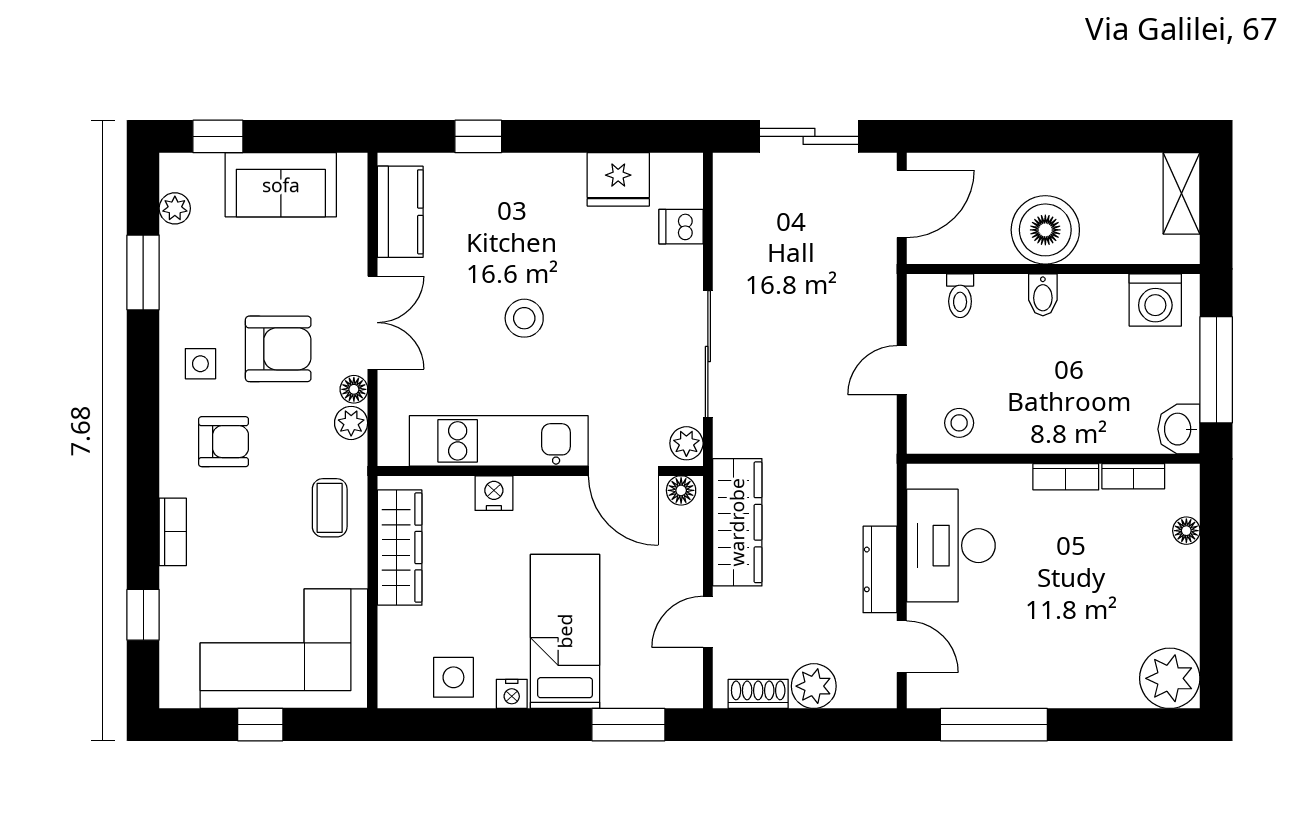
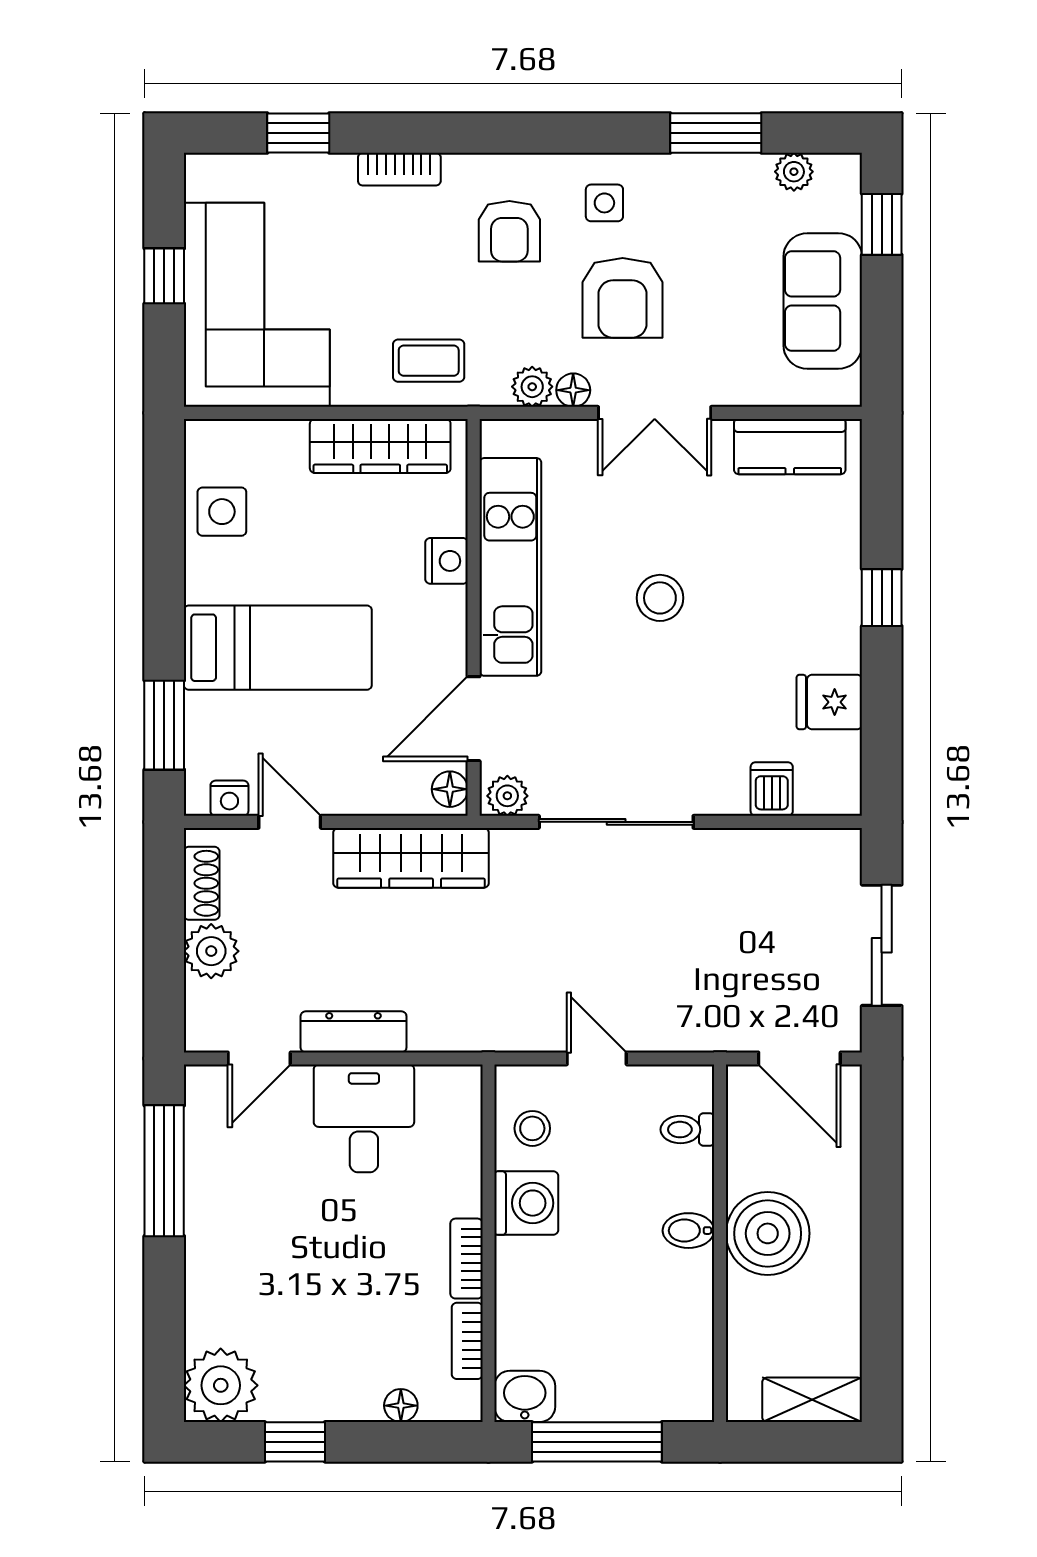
window: (478, 136) -> (882, 598), moved
fridge: (618, 179) -> (829, 702), width x0.72
washing machine: (1155, 300) -> (526, 1203), moved, turned 180
desk: (951, 546) -> (364, 1118), width x0.73
window: (1216, 617) -> (295, 1442), added
nightstand: (512, 694) -> (229, 798), moved, turned -90

